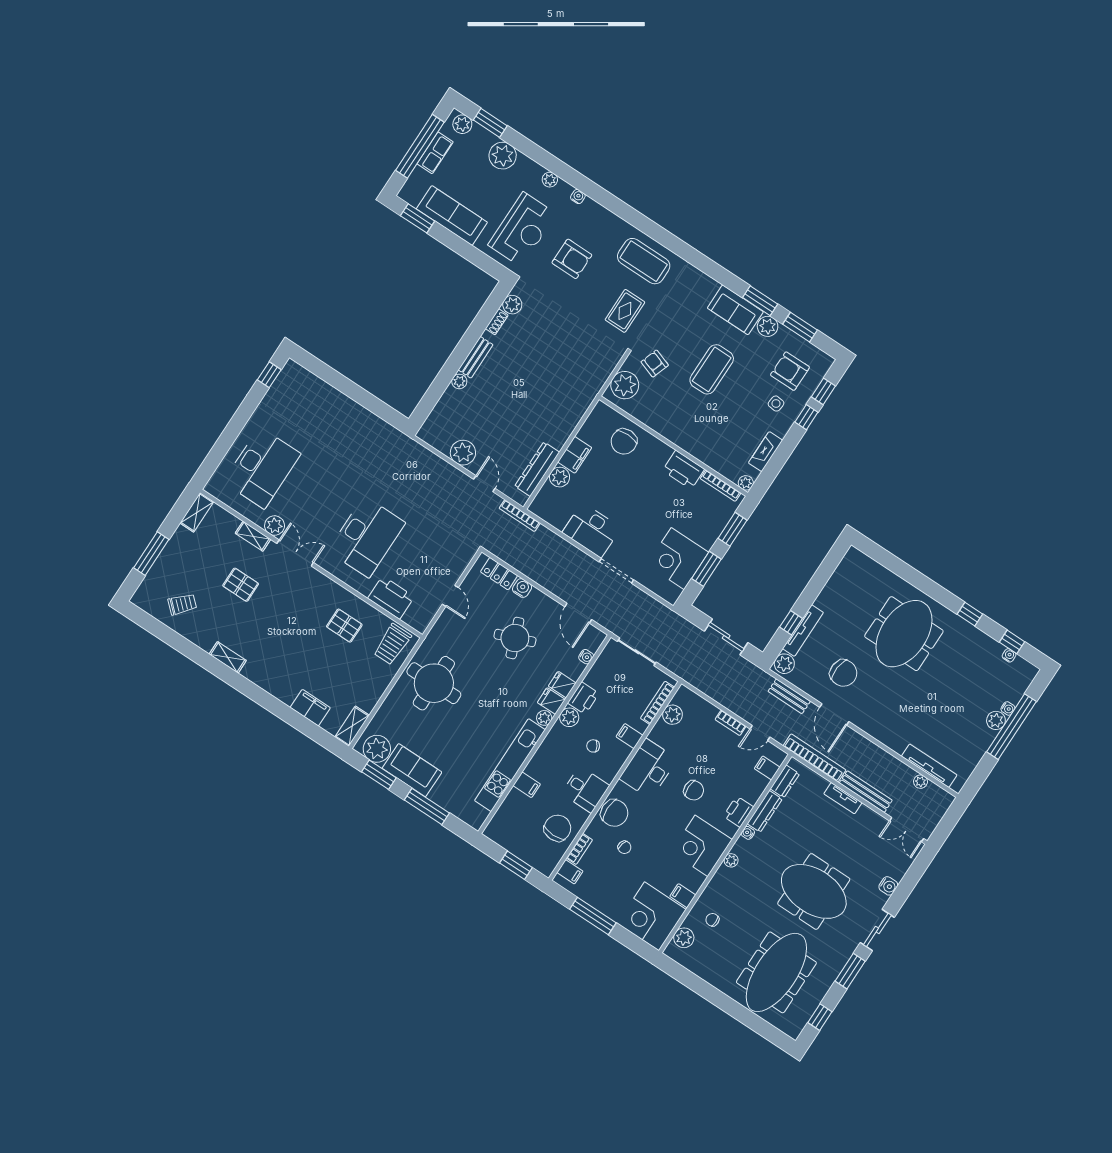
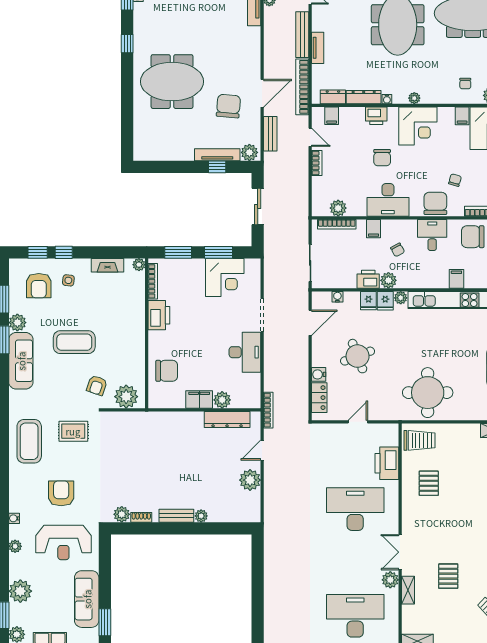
reception desk: (522, 229) -> (63, 543), turned 180
sofa: (735, 310) -> (21, 361), width x1.36
chair: (694, 790) -> (382, 158), turned 180

